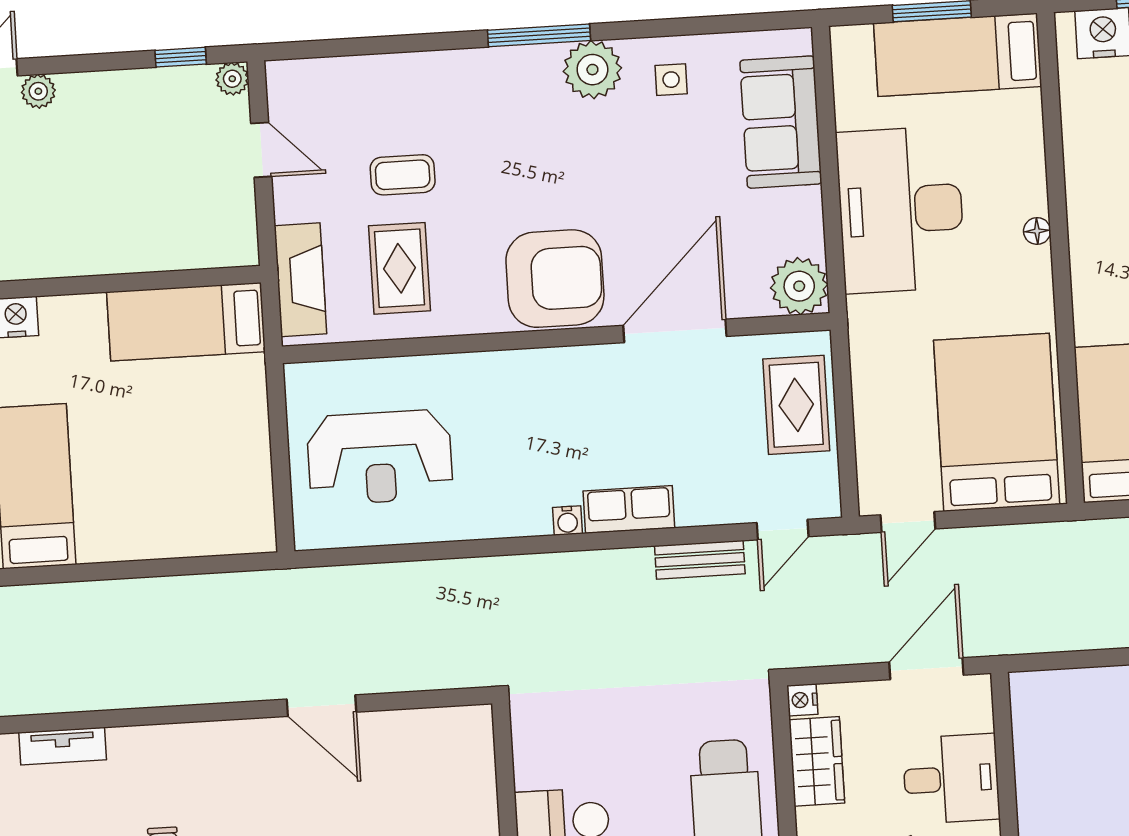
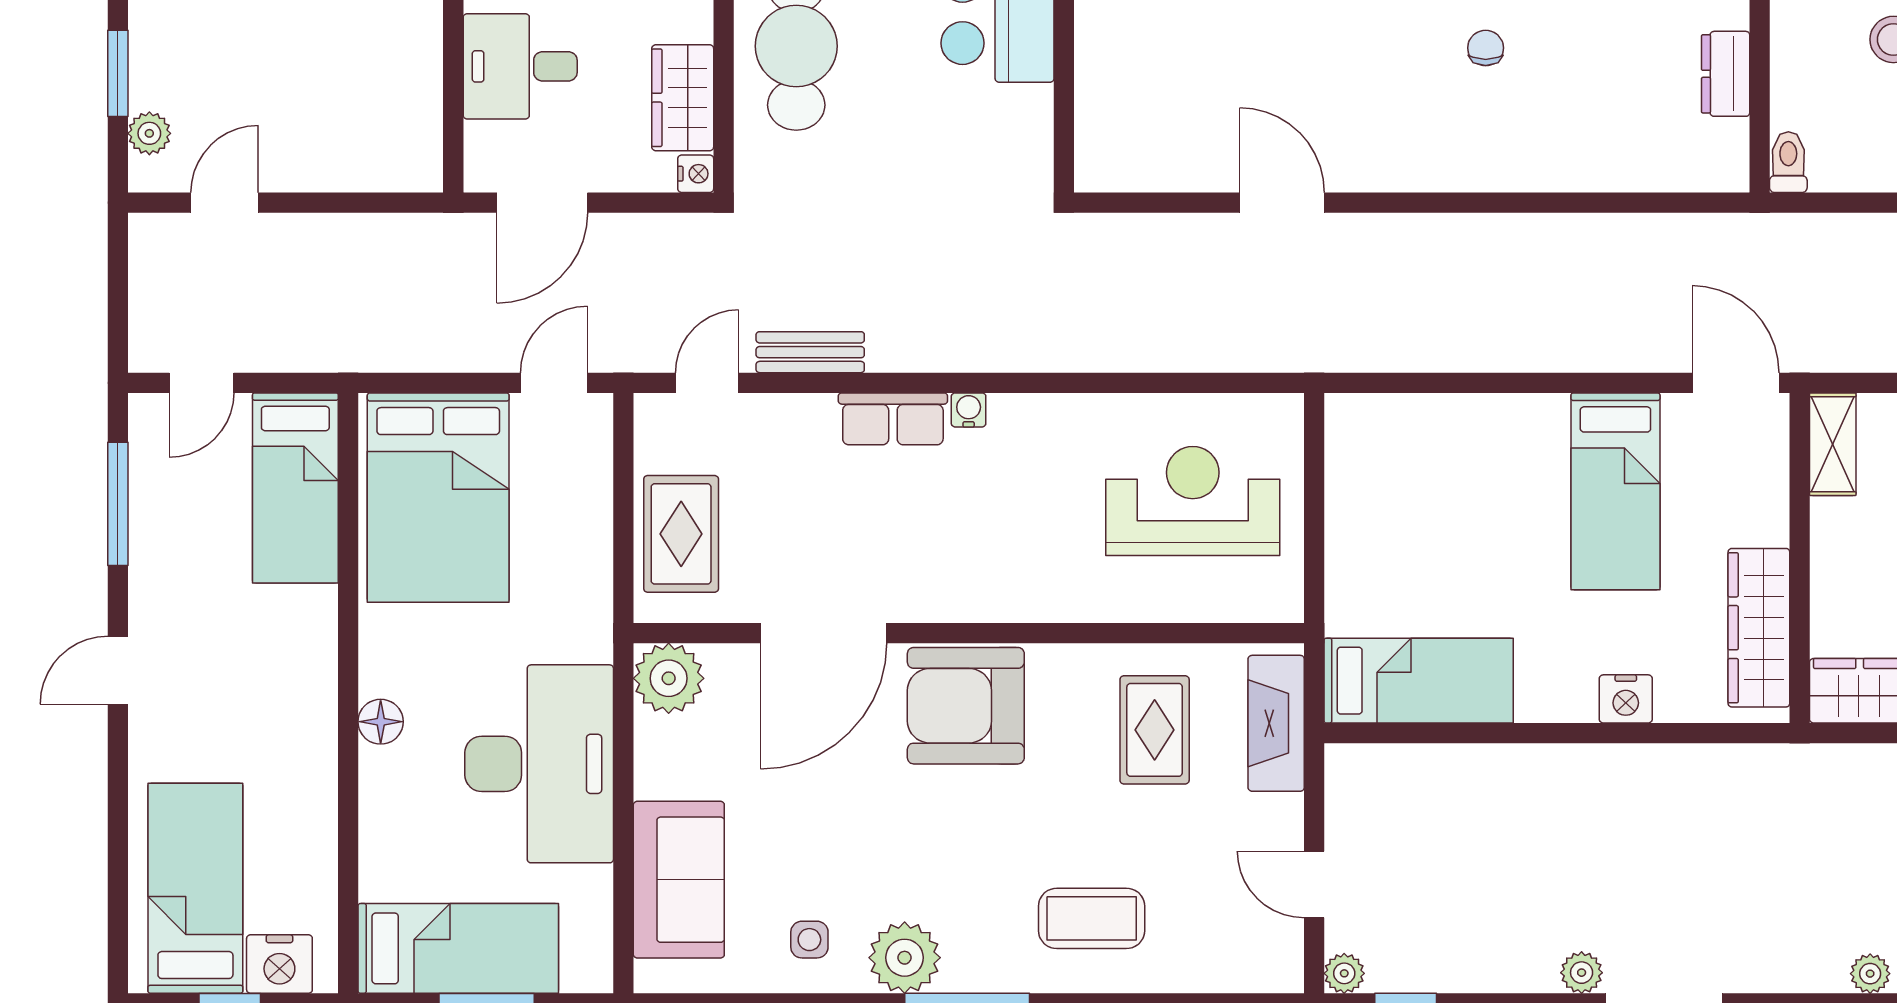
coffee table: (403, 175) -> (1092, 918), moved, width x1.36, depth x1.30
floor lamp: (1037, 231) -> (381, 722), width x1.37, depth x1.37
tv unit: (63, 746) -> (1601, 173), removed

